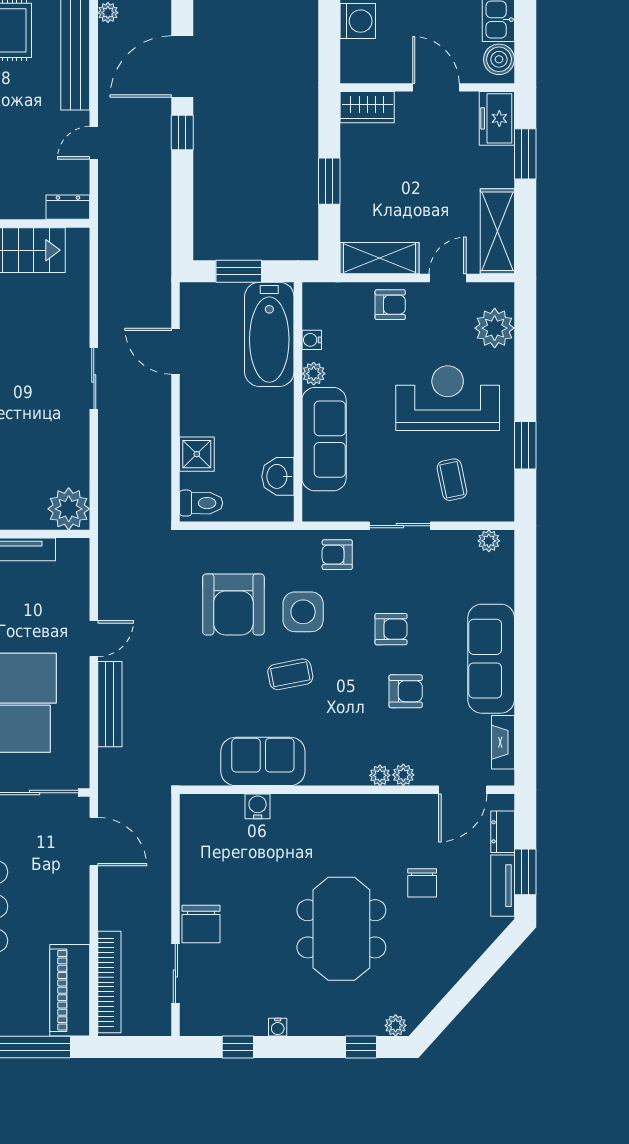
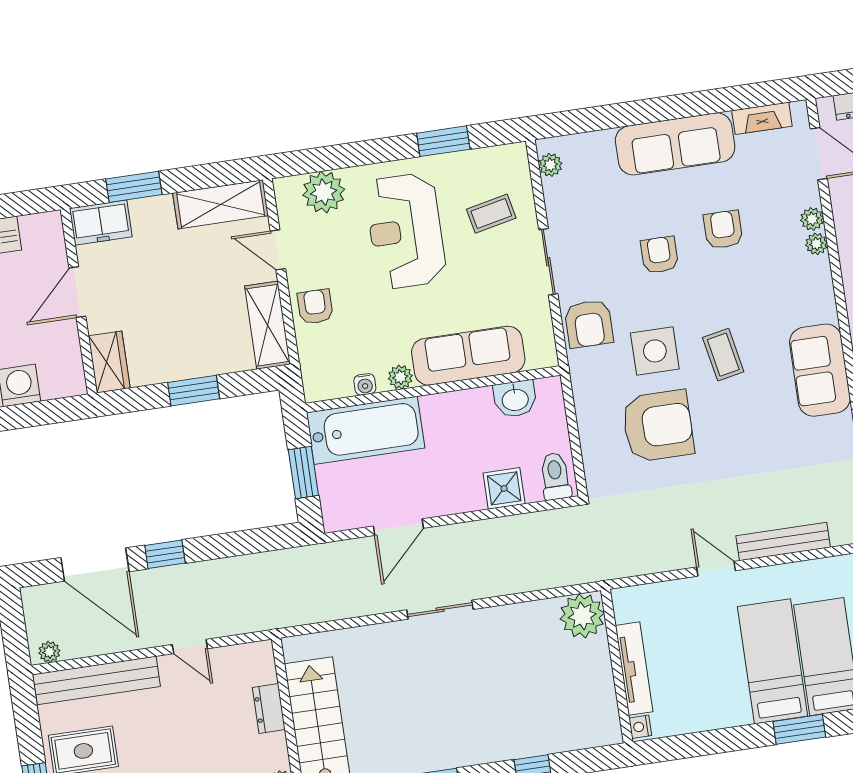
boiler: (499, 59) -> (38, 230), removed
dresser: (68, 207) -> (269, 709), moved
armchair: (337, 555) -> (589, 324), width x1.38, depth x1.38

